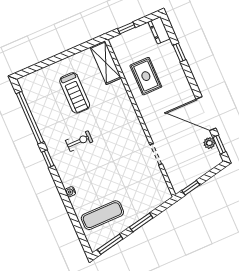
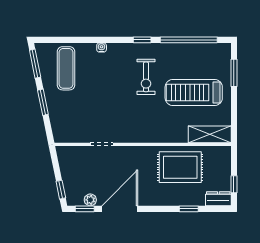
window: (126, 28) -> (234, 184), moved
window: (42, 65) -> (234, 73), added
rug: (146, 76) -> (180, 167), width x1.36, depth x1.43
treadmill: (75, 93) -> (194, 93), width x1.37, depth x1.38
exercise bike: (79, 141) -> (146, 77), width x1.38, depth x1.39
window: (191, 188) -> (61, 190), moved

